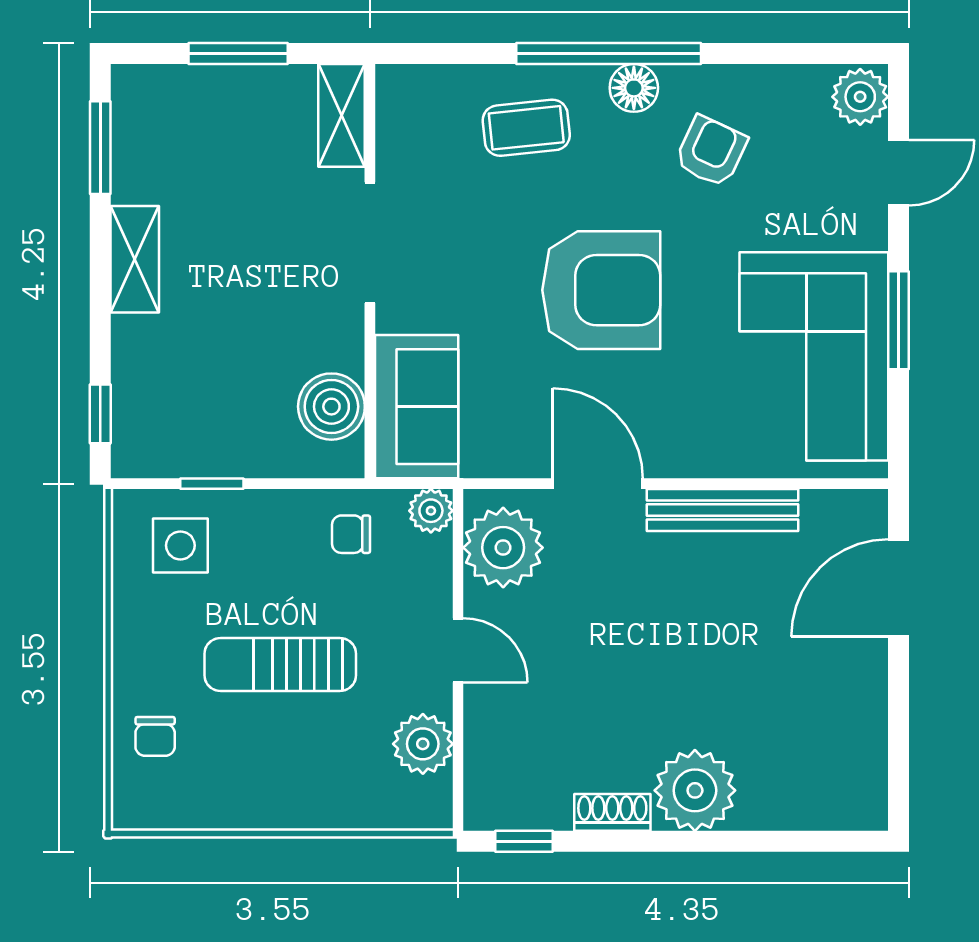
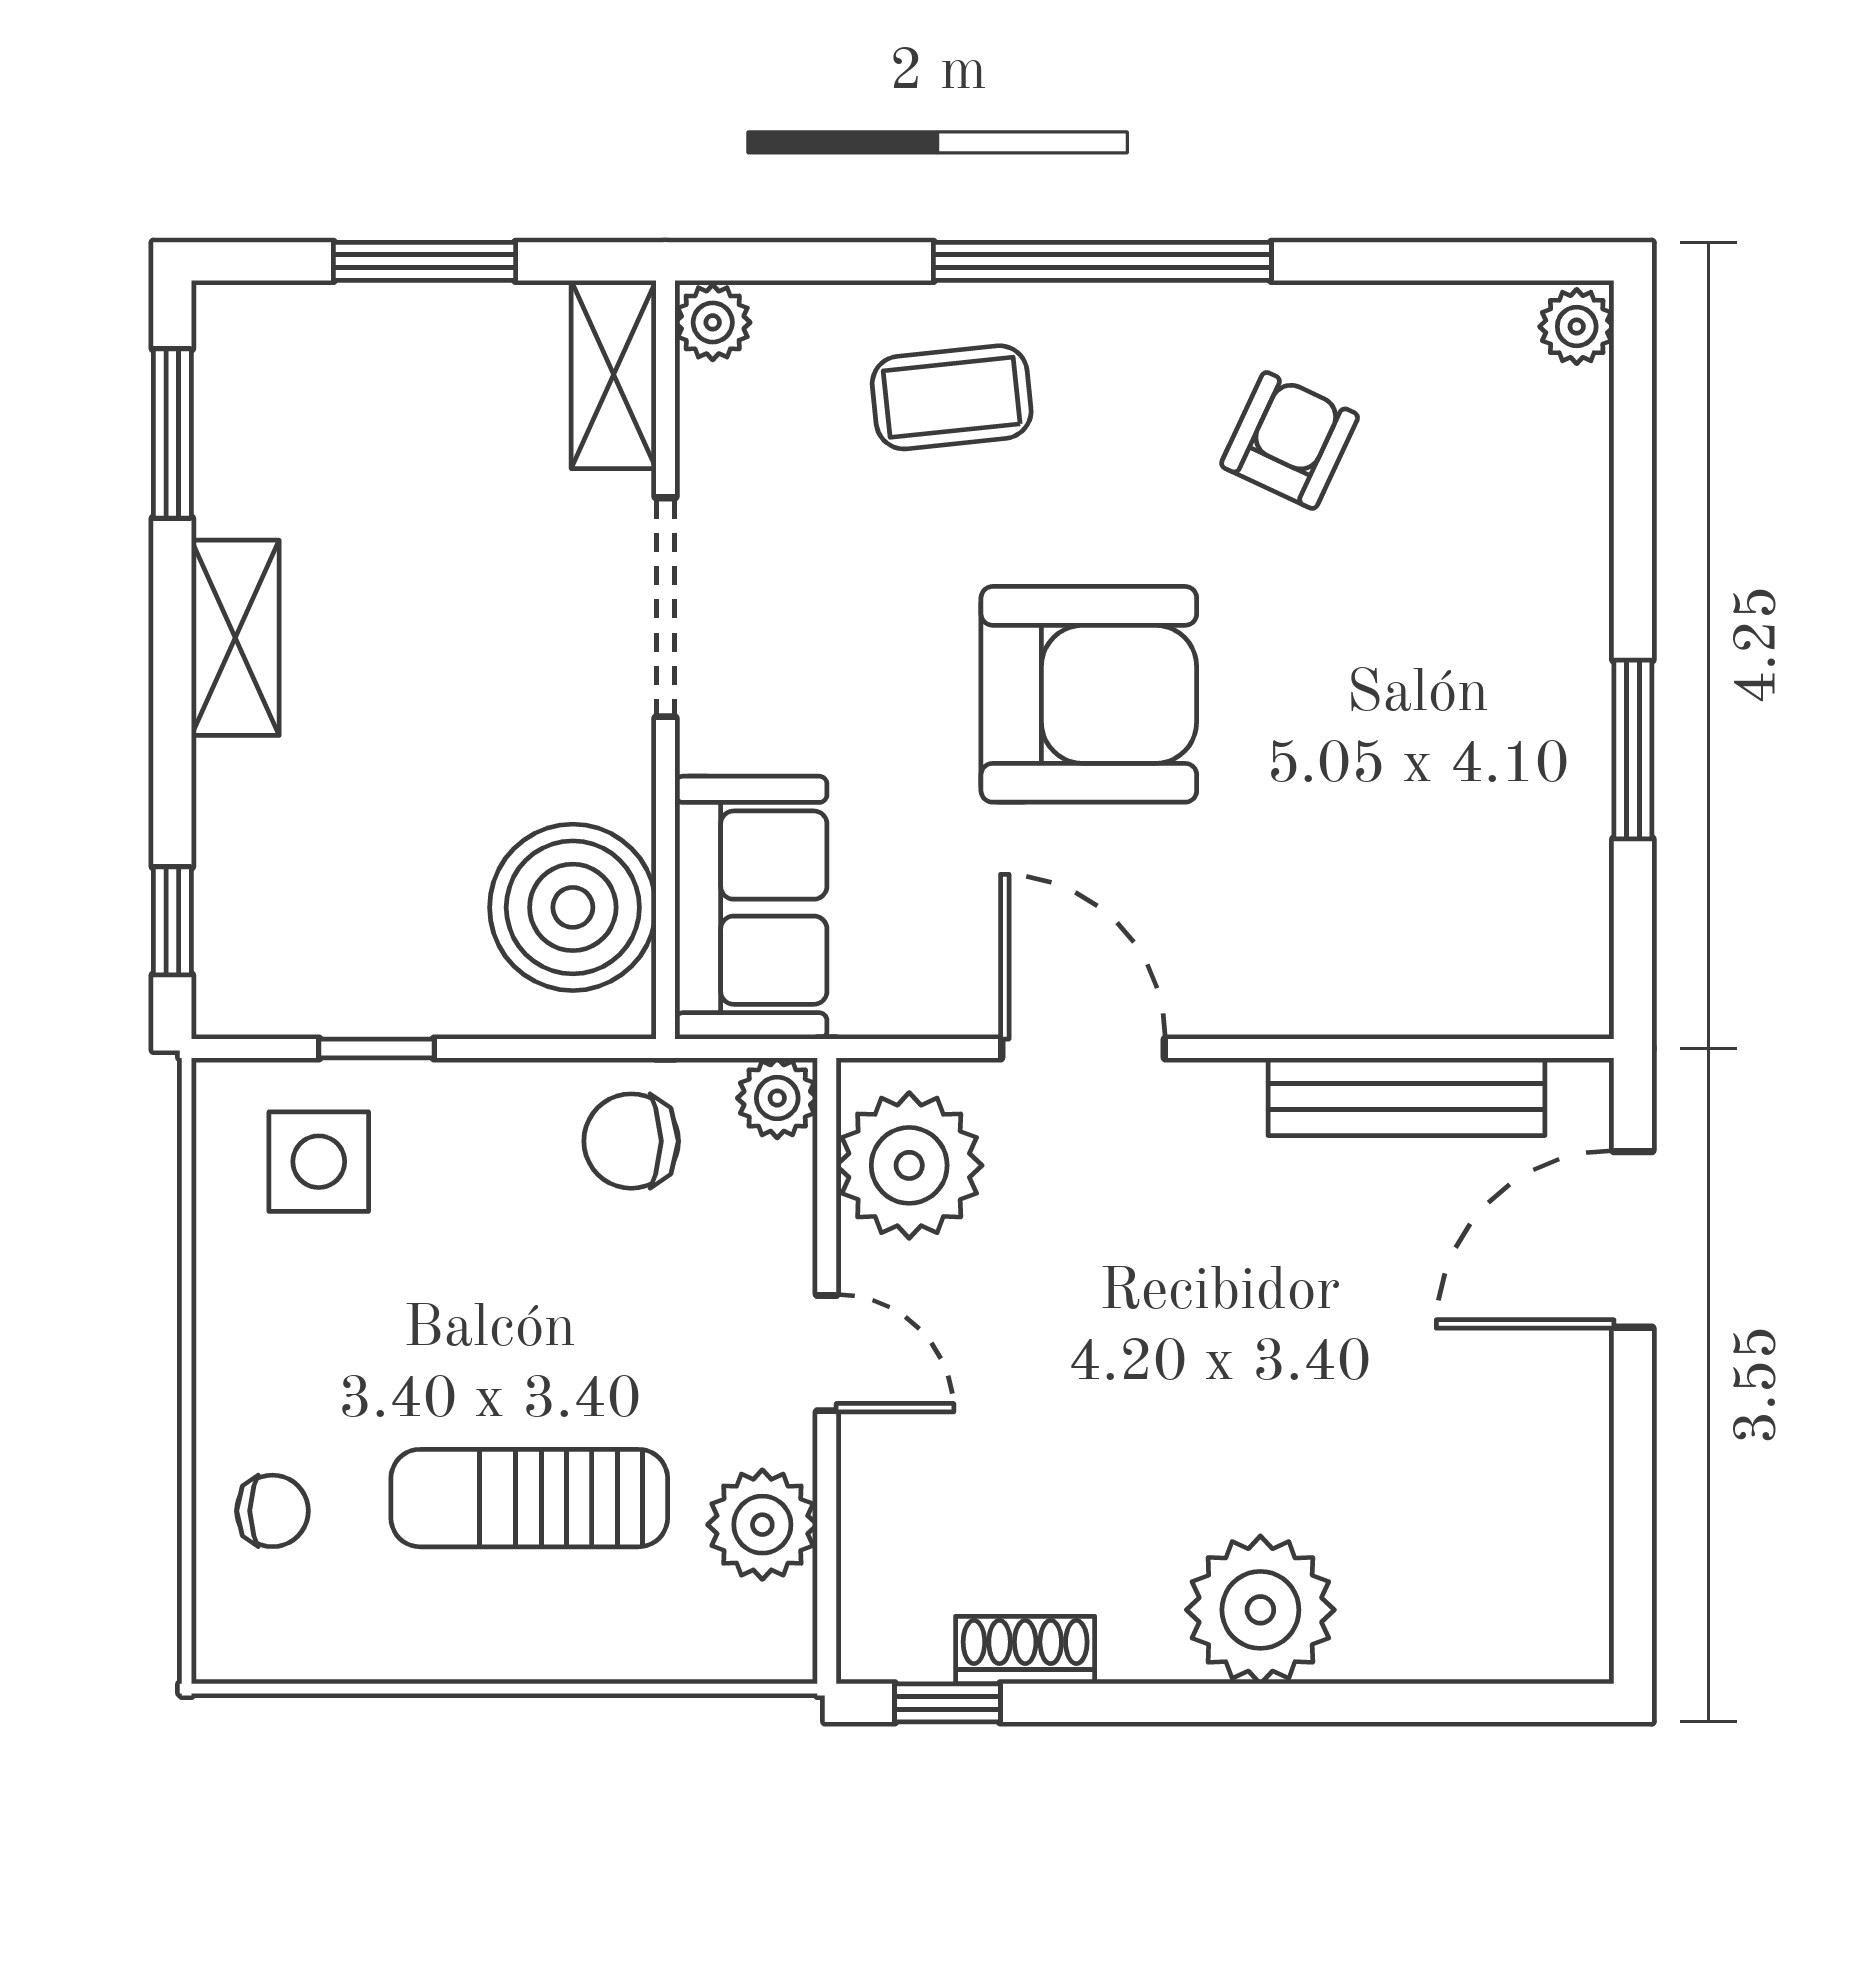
plant: (396, 87) -> (713, 322), added
floor lamp: (634, 88) -> (1149, 324), removed
plant: (860, 97) -> (1577, 327), width x0.73, depth x0.73
door: (899, 173) -> (1633, 479), removed
corner sofa: (814, 356) -> (1478, 816), removed
boiler: (331, 407) -> (573, 907), width x1.37, depth x1.37
bench: (723, 510) -> (1407, 1097), moved
chair: (351, 534) -> (631, 1141), width x1.37, depth x1.37
sun lounger: (280, 664) -> (529, 1498), moved
chair: (155, 736) -> (272, 1511), turned -90
shoe rack: (612, 812) -> (1025, 1650), moved

